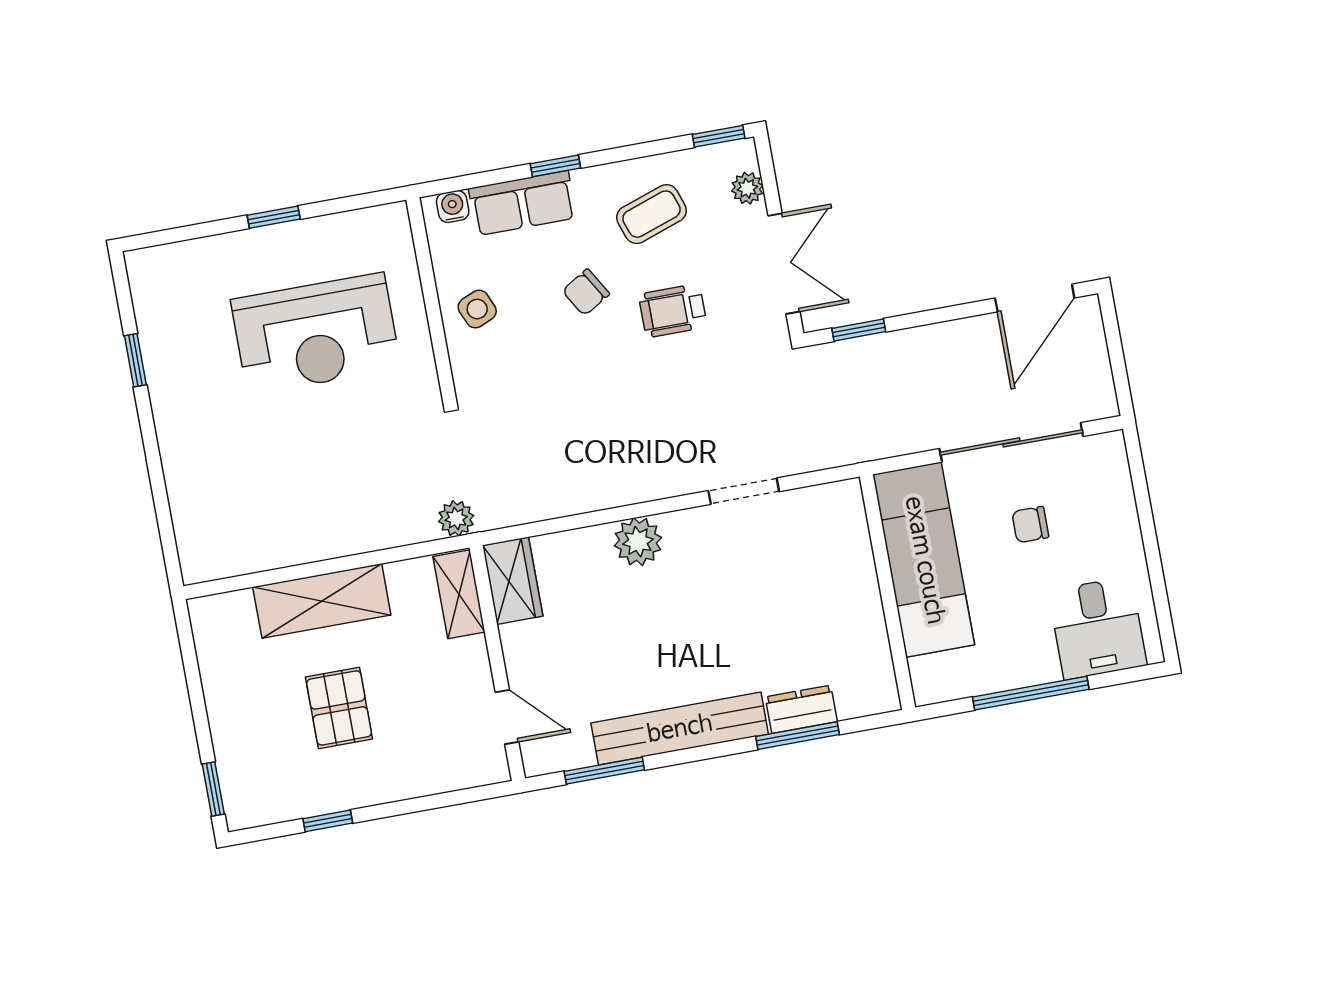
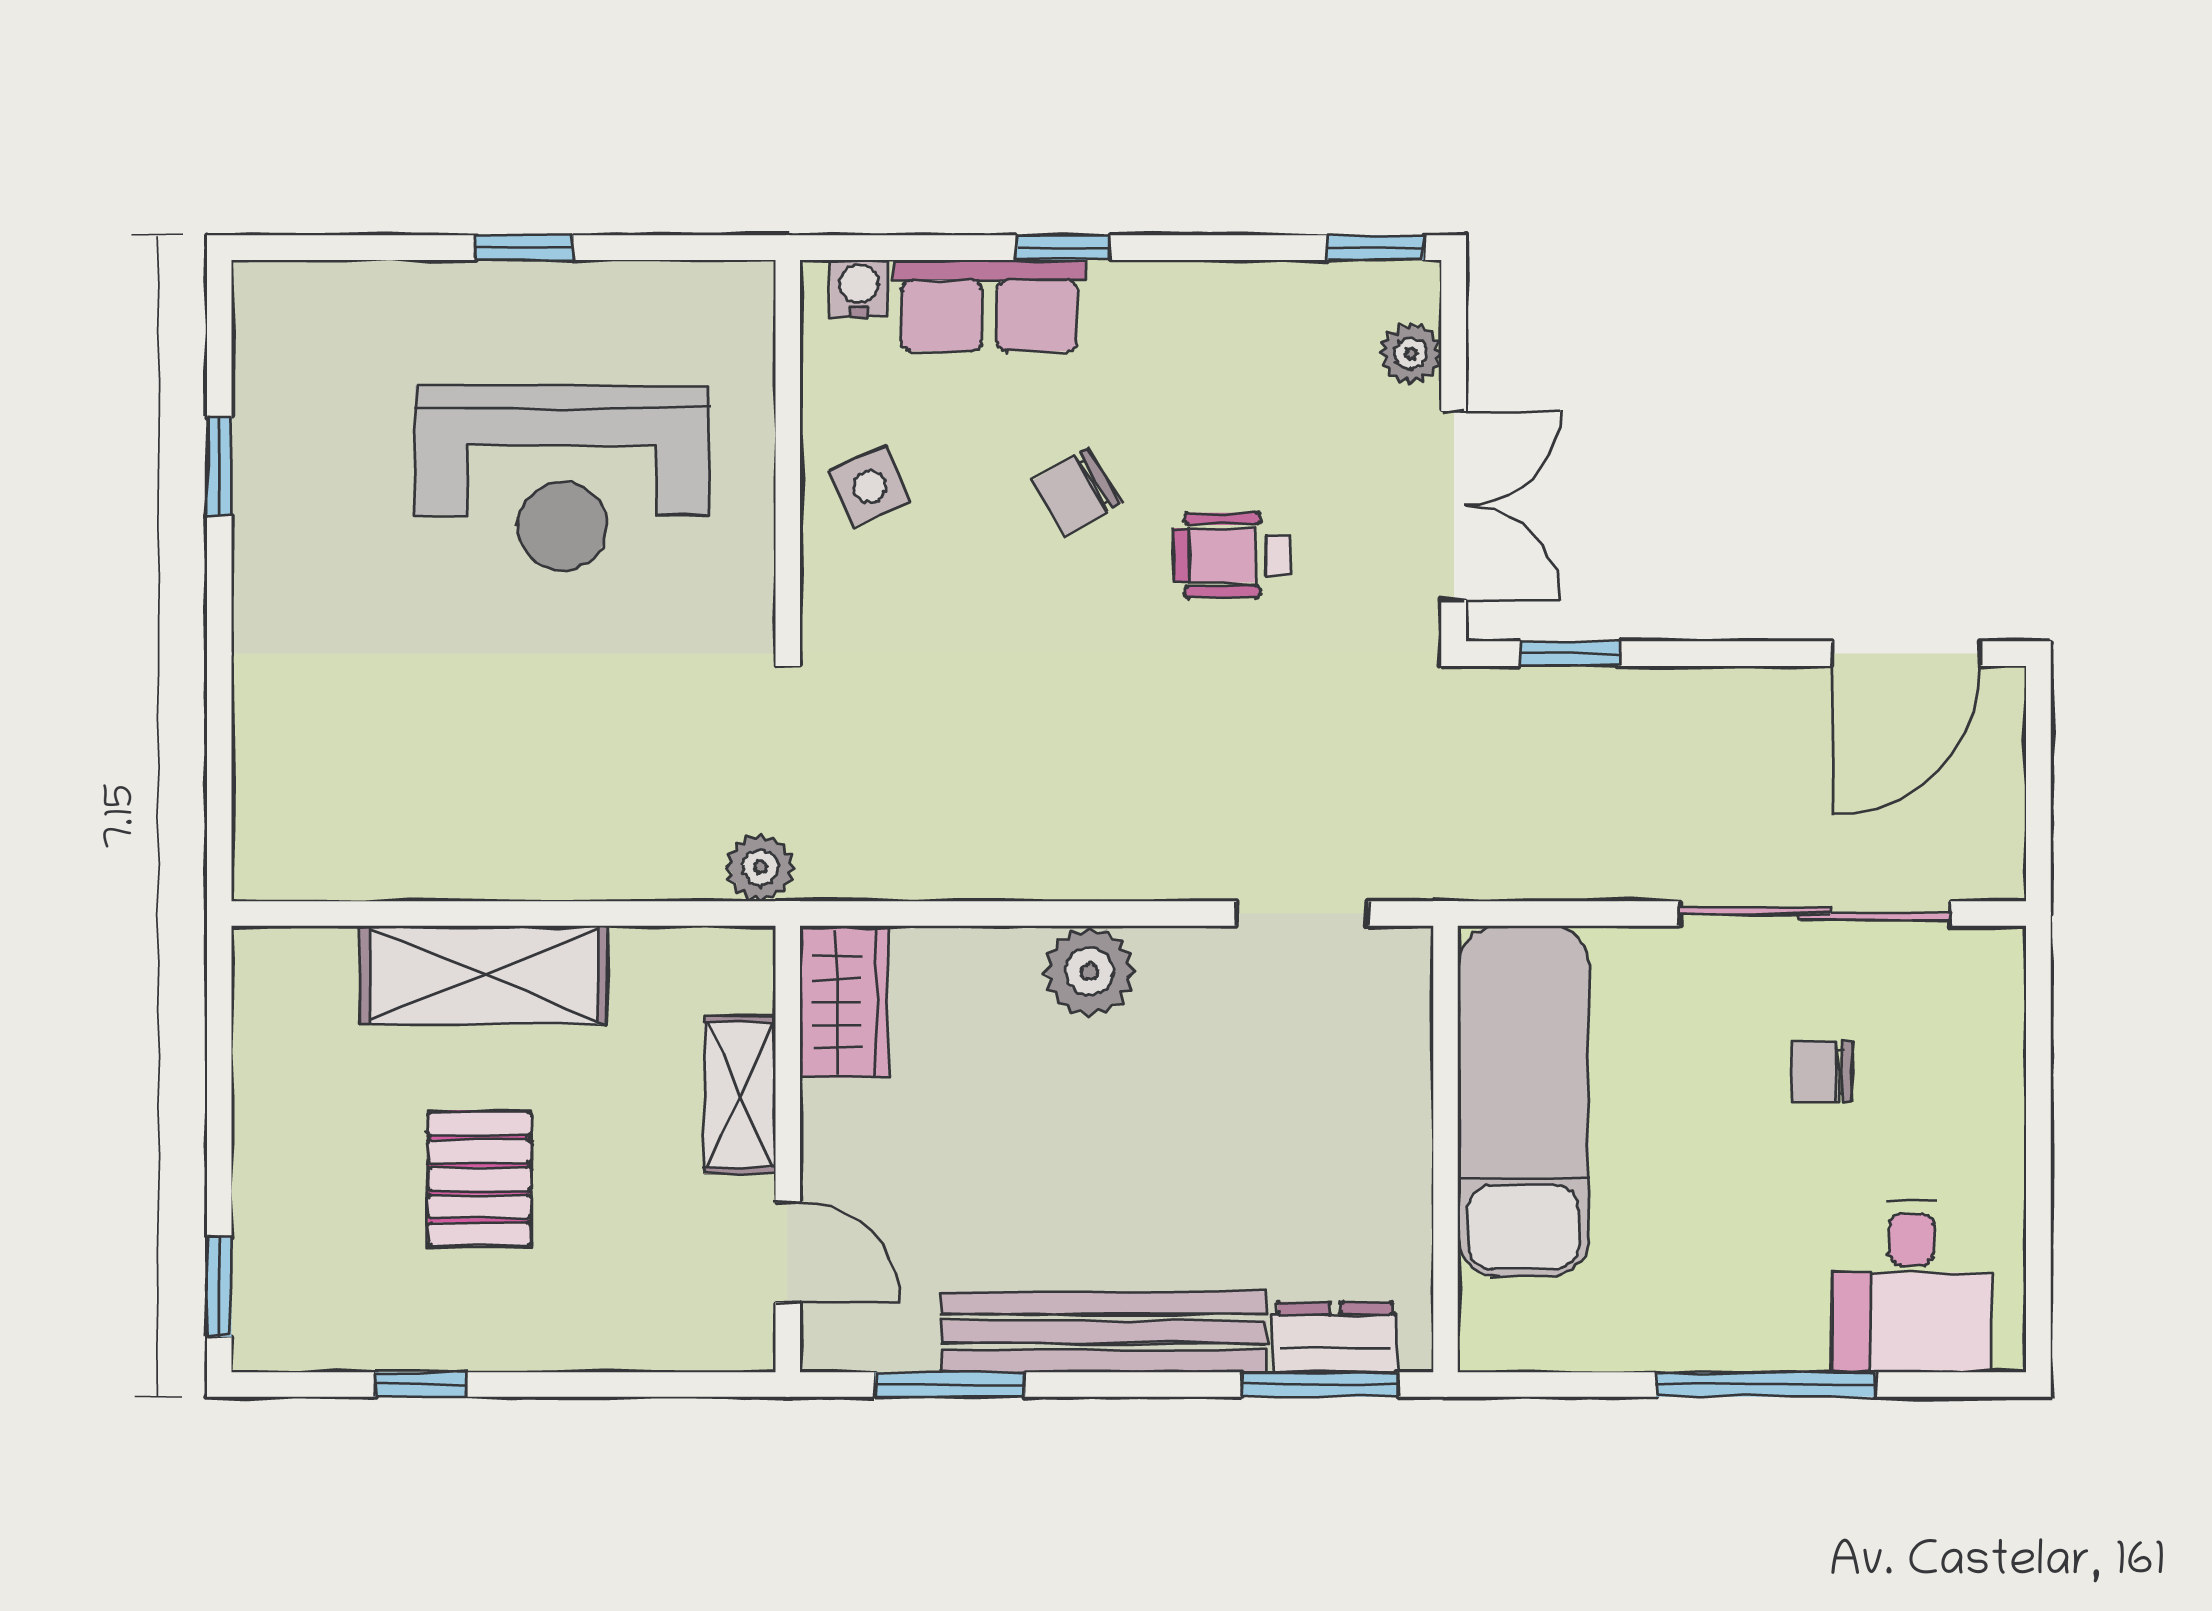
coffee table: (651, 214) -> (1225, 369), removed
exam couch: (924, 560) -> (1523, 1101), moved
wall: (888, 592) -> (1446, 1149), moved
shelving: (459, 594) -> (740, 1095), moved

